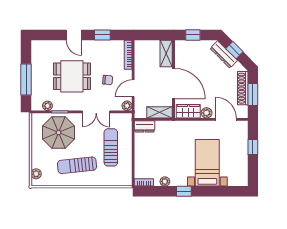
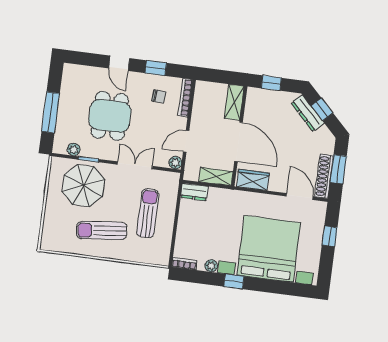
dining table: (72, 76) -> (110, 116), turned 90
chair: (108, 80) -> (159, 96), moved
shoe rack: (243, 88) -> (324, 176), moved
double door: (96, 112) -> (135, 165), swing flipped
plant: (207, 113) -> (276, 185), removed
bed with nightstands: (207, 163) -> (269, 249), width x1.85
plant: (36, 174) -> (48, 235), removed

